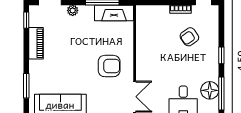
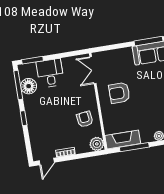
plant: (144, 13) -> (97, 144), added
armchair: (189, 37) -> (85, 119), moved, turned -62

